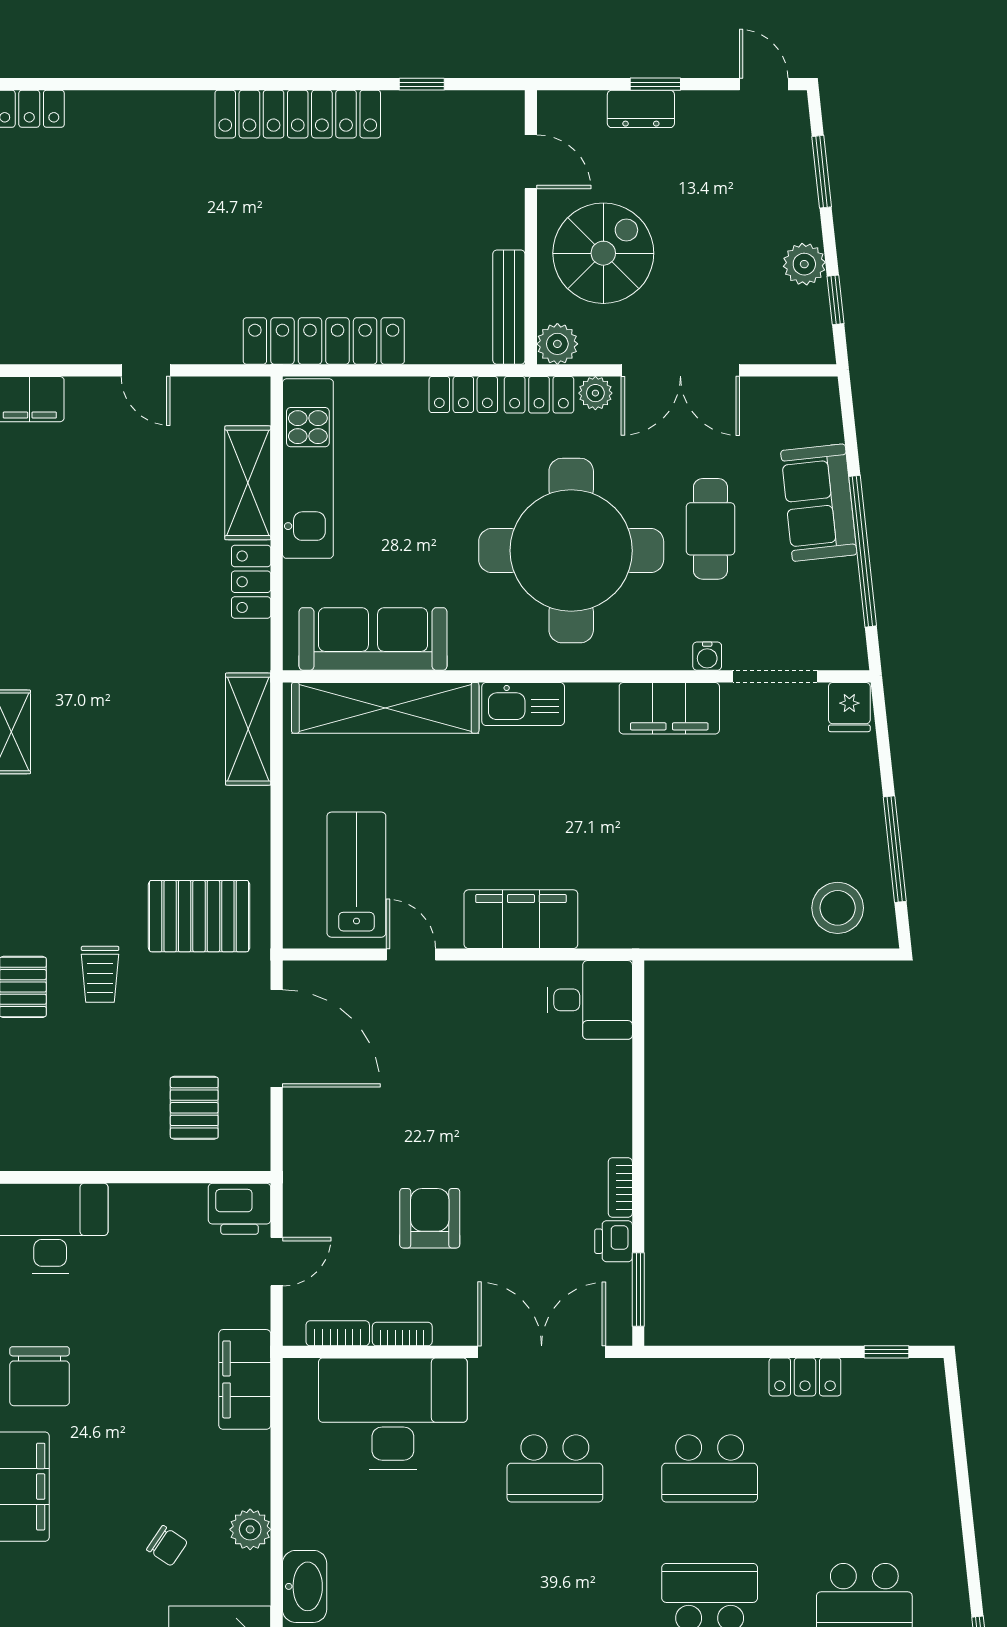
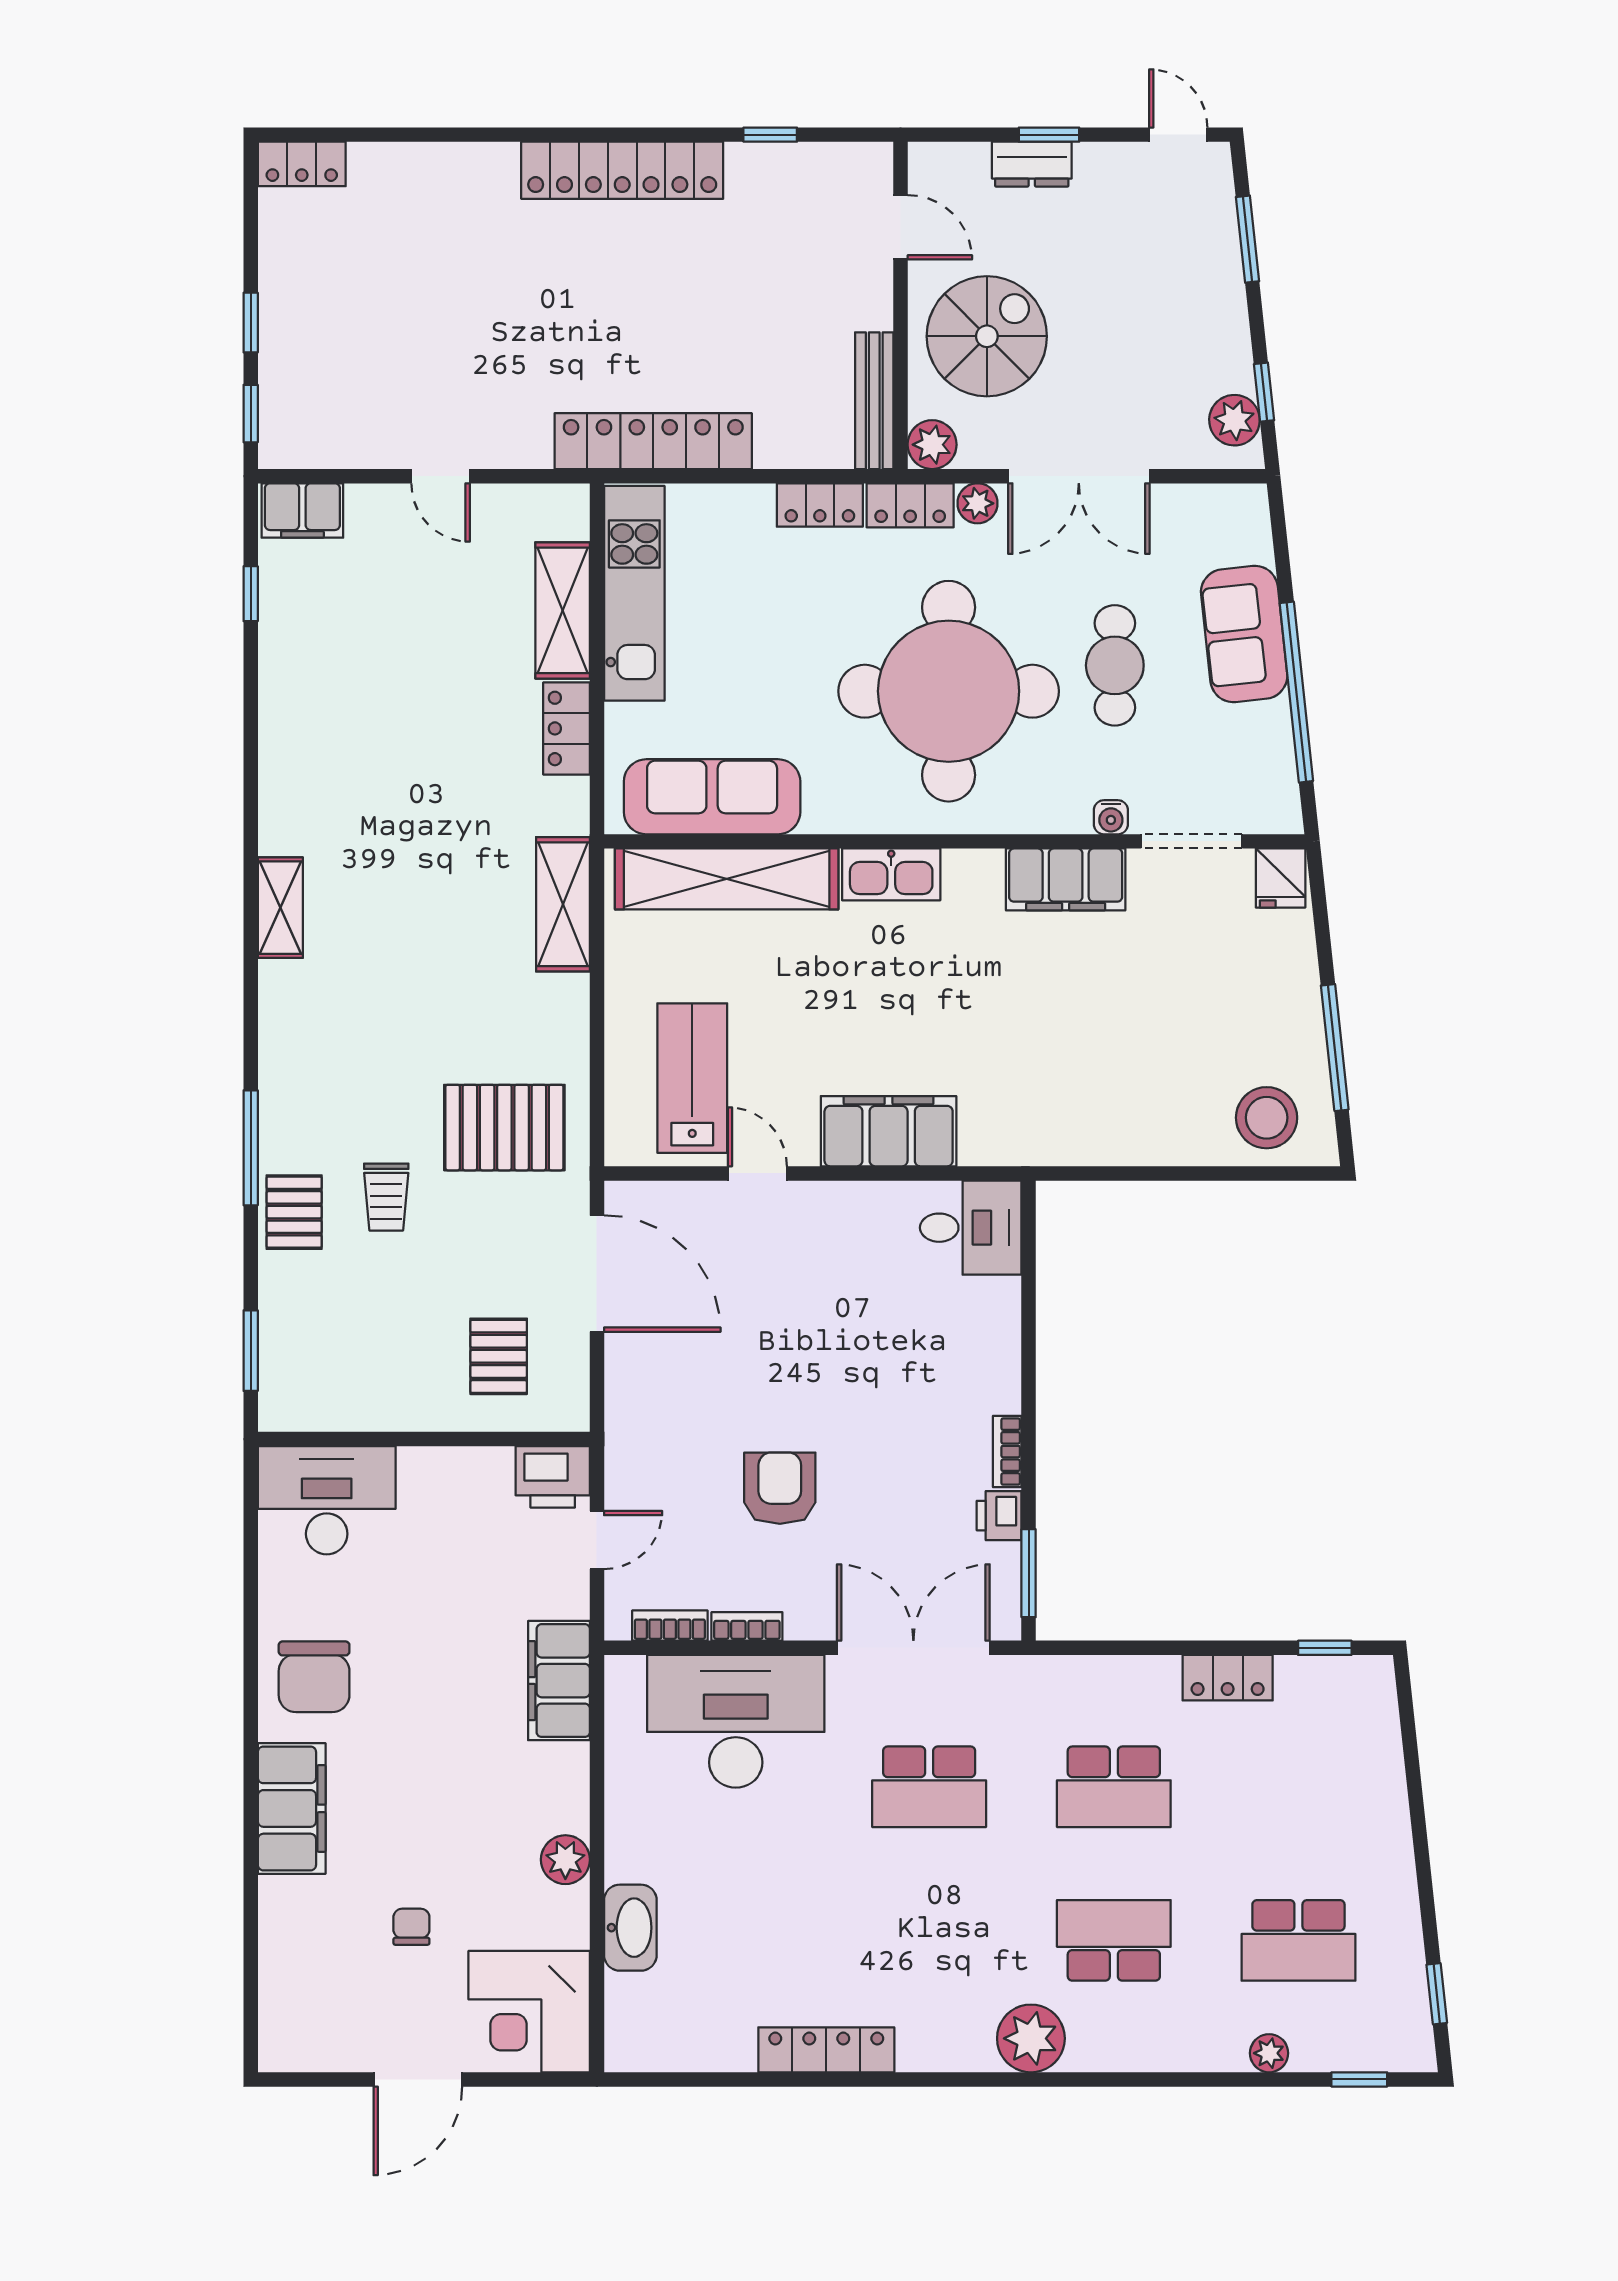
plant: (804, 264) -> (1234, 420), moved
chair: (167, 1546) -> (411, 1927), moved, turned -124

